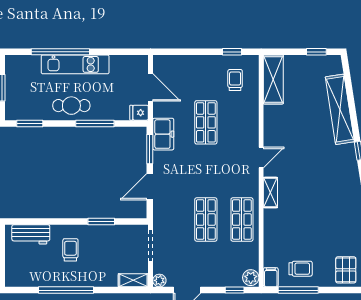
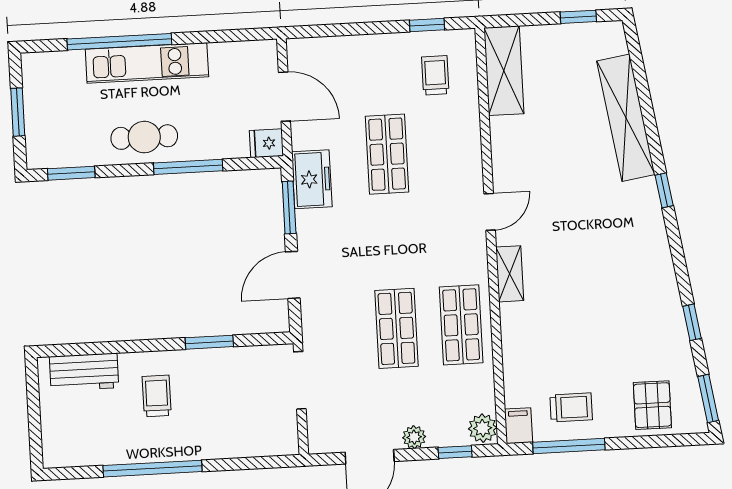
shelving: (133, 280) -> (272, 444), removed
plant: (159, 280) -> (414, 437), moved

